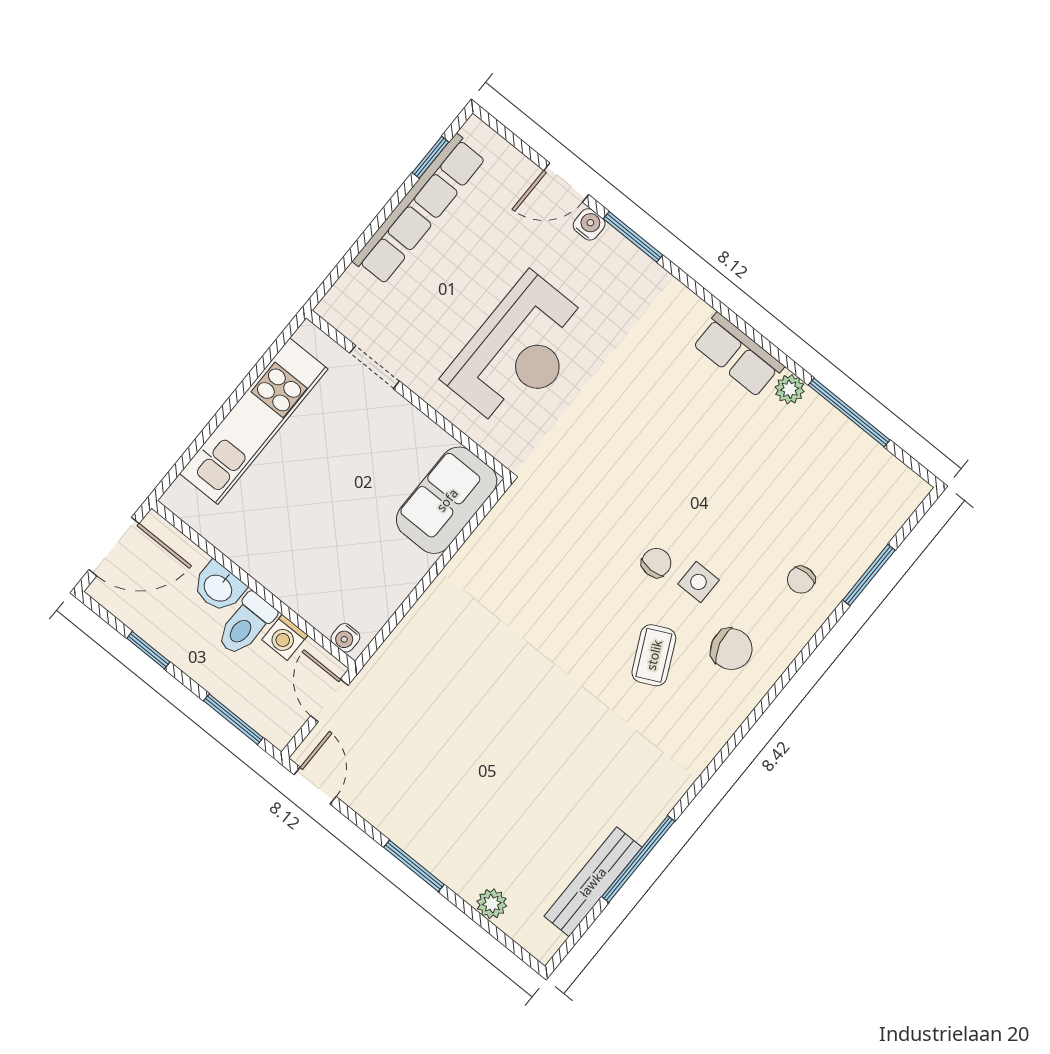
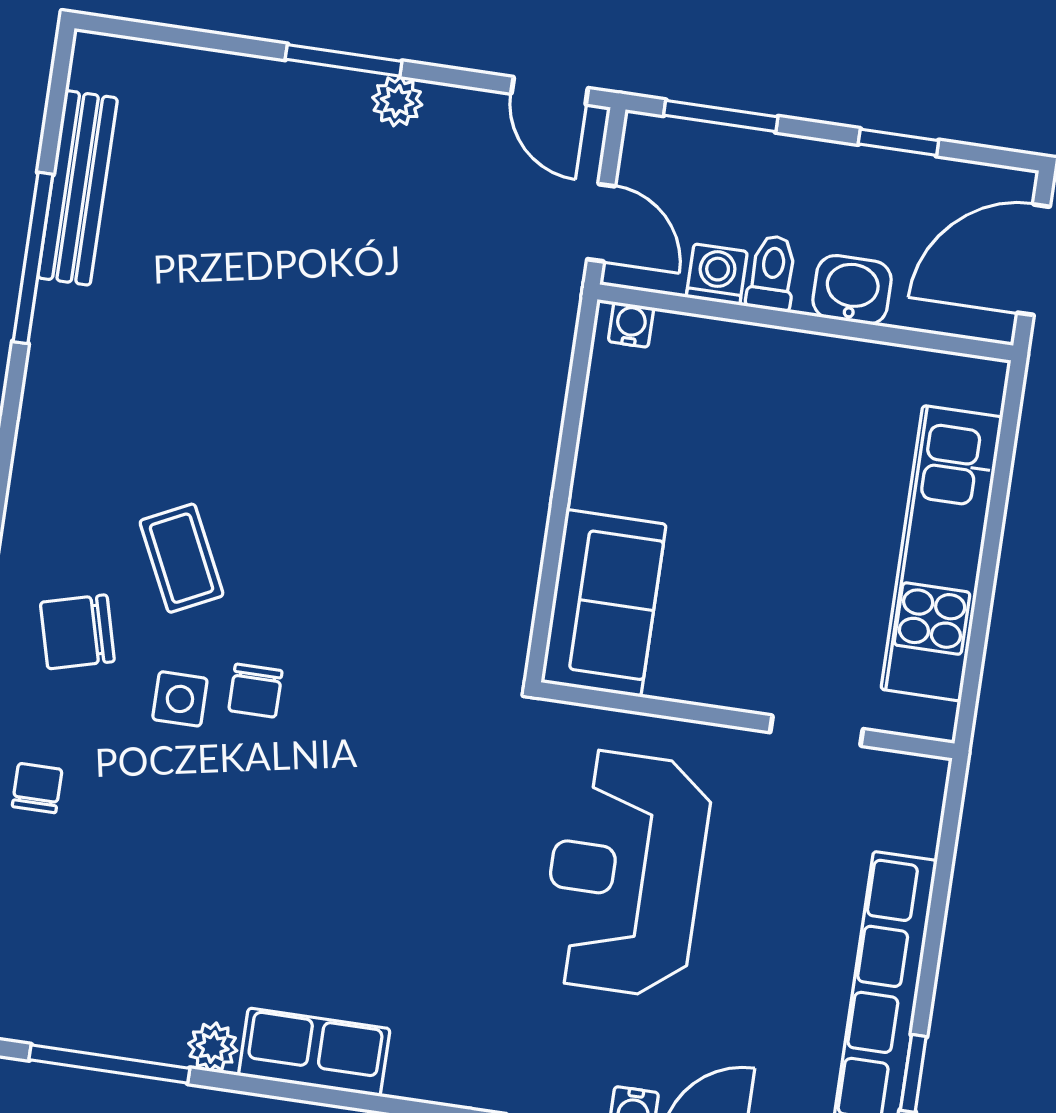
toilet: (246, 624) -> (772, 273), width x0.73, depth x0.72
plant: (492, 904) -> (397, 101), moved

